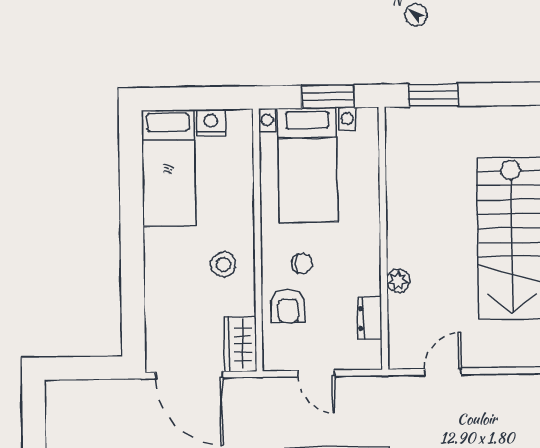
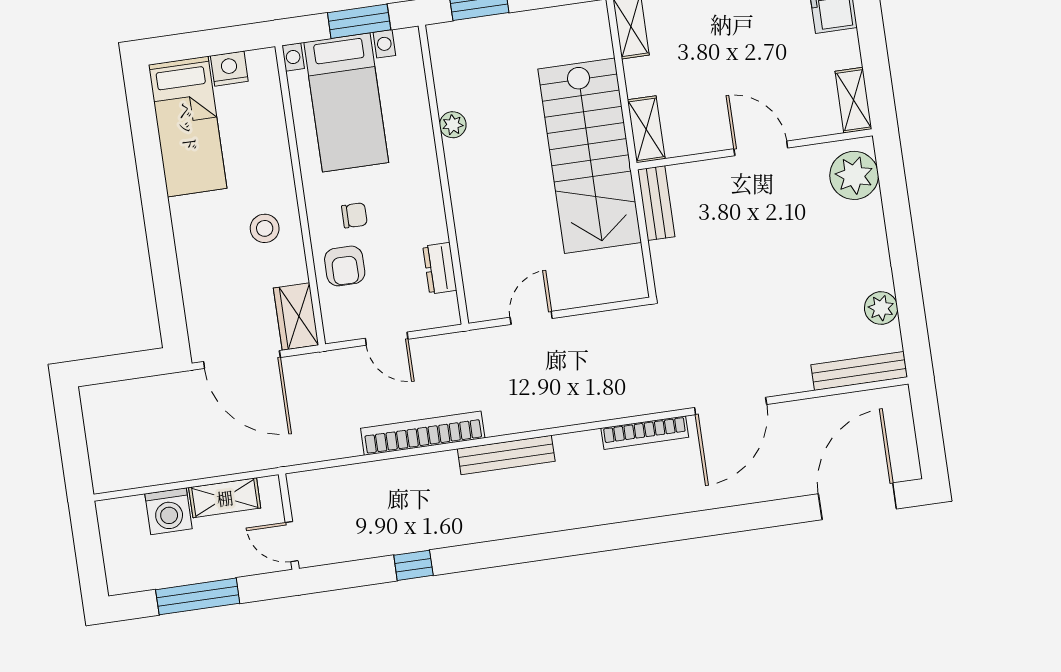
plant: (398, 281) -> (453, 125), moved

